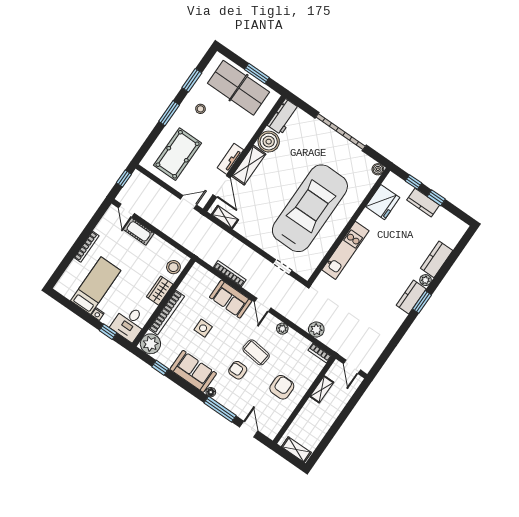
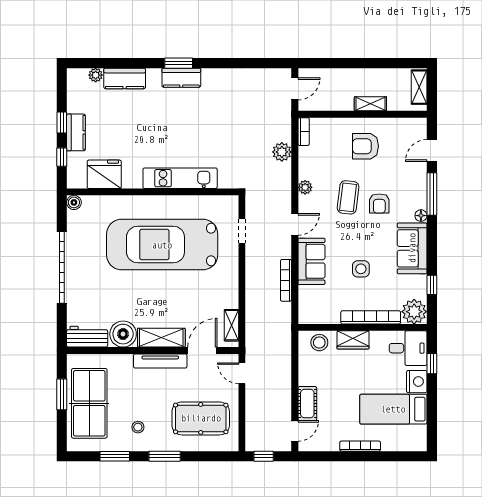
tv unit: (230, 159) -> (160, 361), width x1.41
plant: (426, 280) -> (96, 75), moved
nightstand: (98, 314) -> (417, 382), width x1.89, depth x1.79
shelving: (322, 389) -> (370, 104), moved

